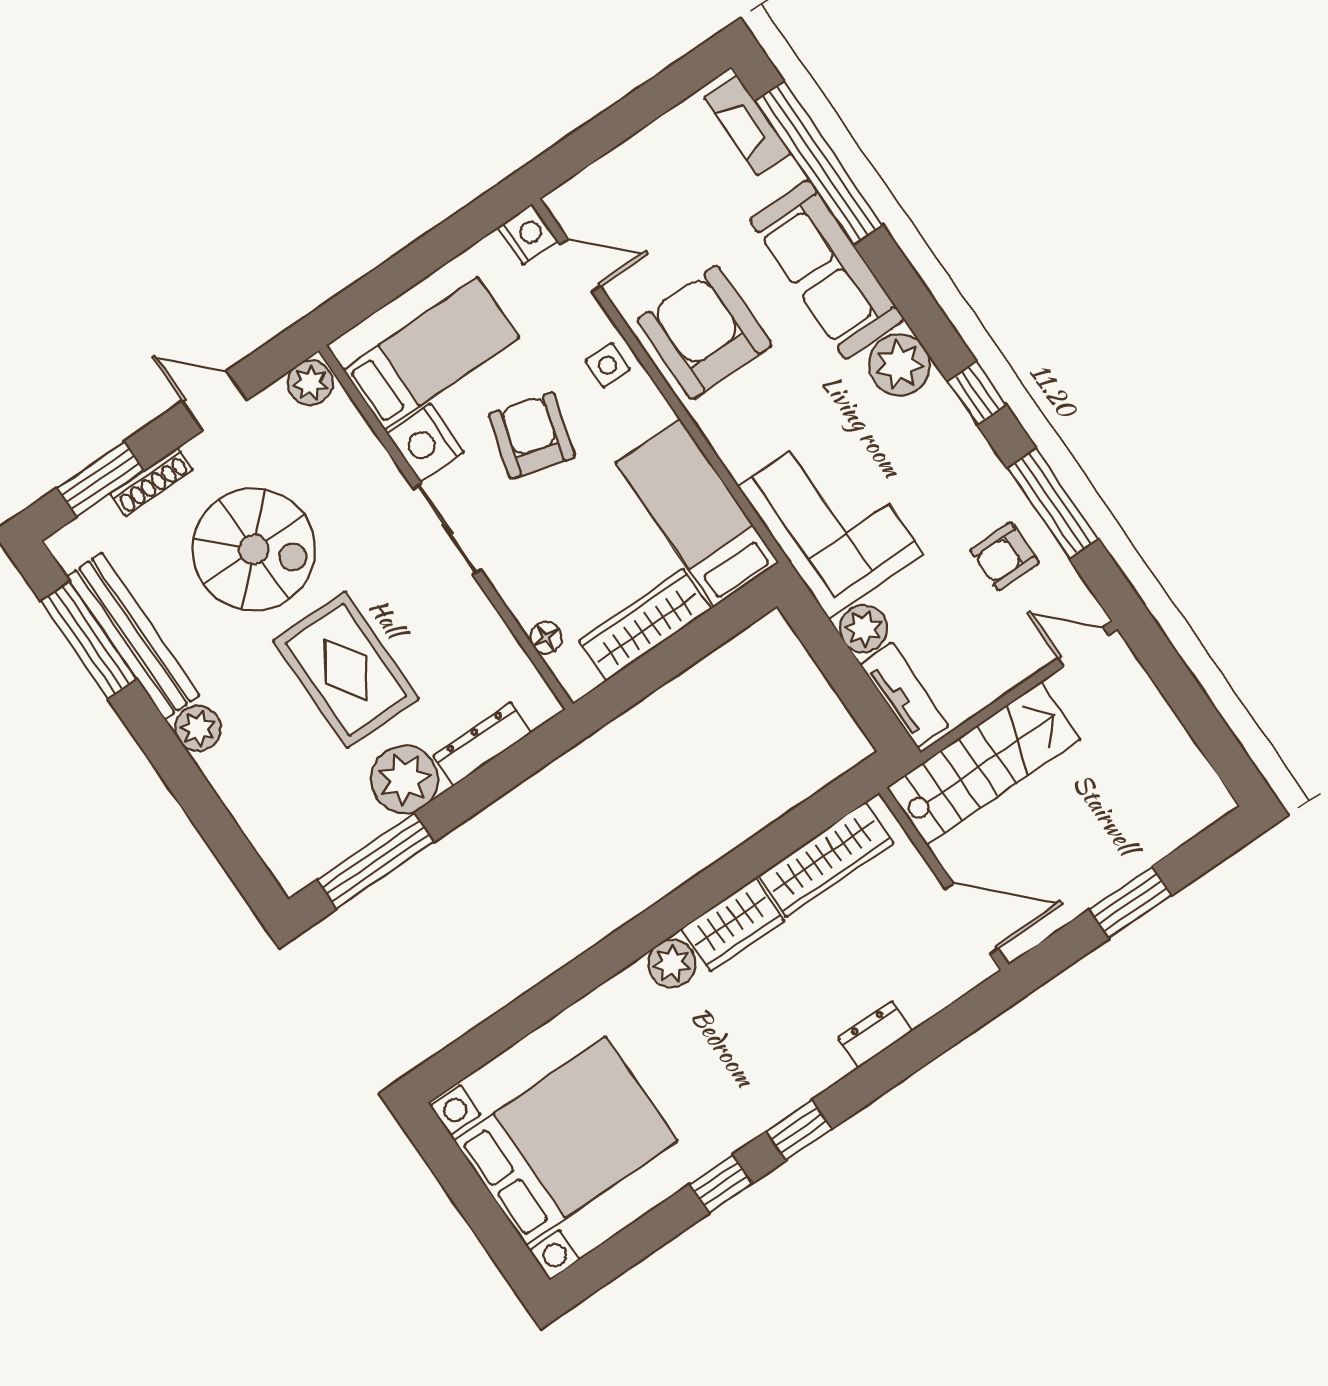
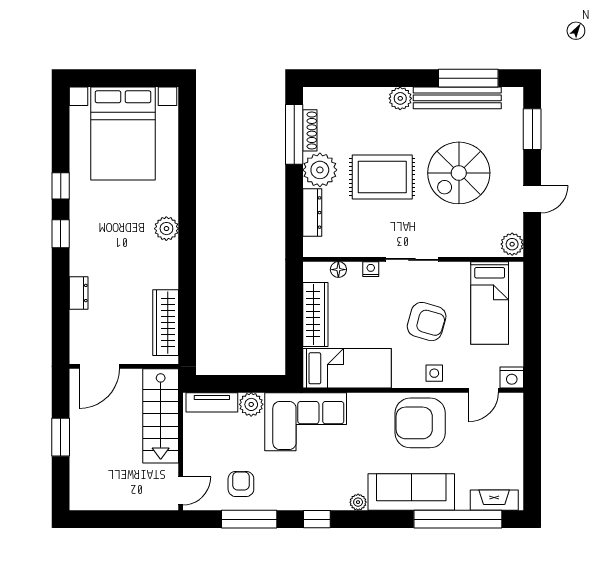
armchair: (704, 333) -> (420, 423), turned 180
plant: (899, 365) -> (358, 502), width x0.53, depth x0.53
nightstand: (425, 443) -> (371, 269), moved, width x0.53, depth x0.56
shoe rack: (151, 482) -> (310, 130), moved, turned 180
wardrobe: (733, 925) -> (165, 265), removed

